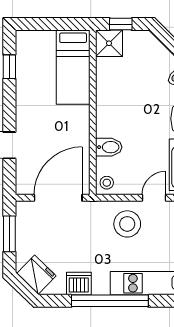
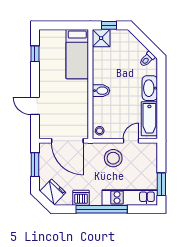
bidet: (109, 147) -> (101, 91), moved
door: (58, 198) -> (67, 141), swing flipped

